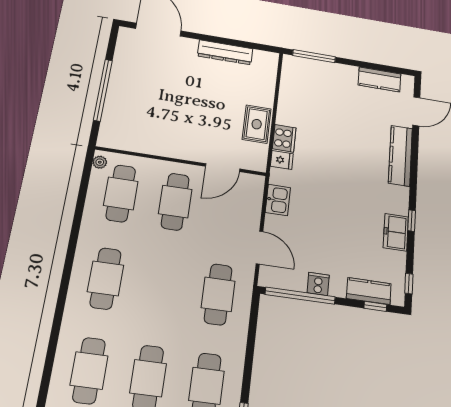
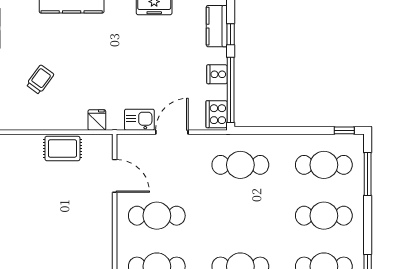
trolley: (327, 115) -> (40, 80), added
cooker: (284, 138) -> (217, 114), moved, turned -90
door: (259, 247) -> (172, 132), moved
window: (375, 306) -> (231, 34), moved

